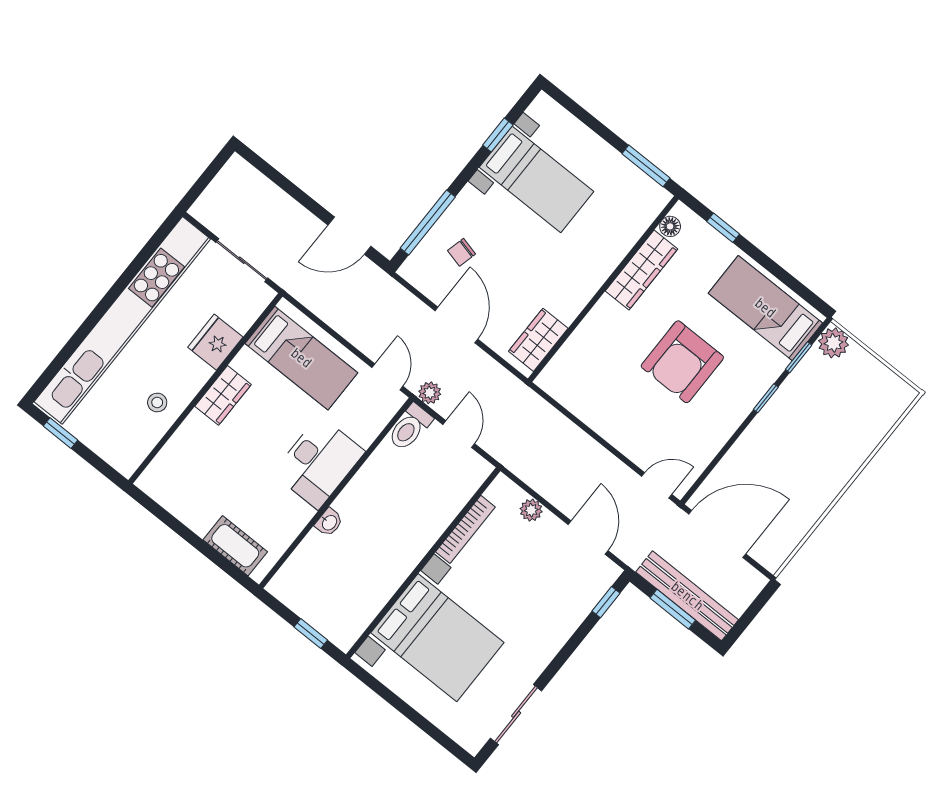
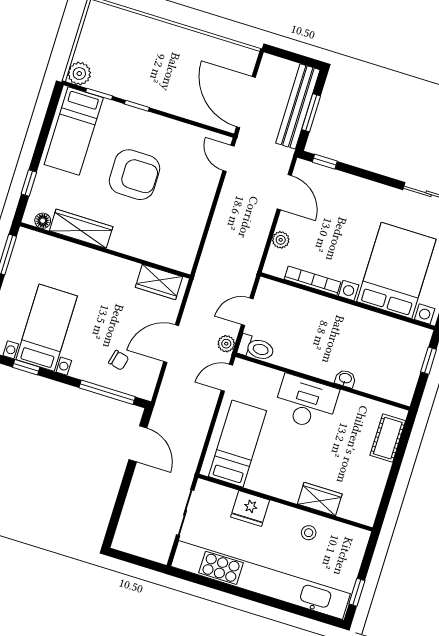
wardrobe: (223, 395) -> (320, 499), moved
door: (588, 538) -> (284, 192), swing flipped

